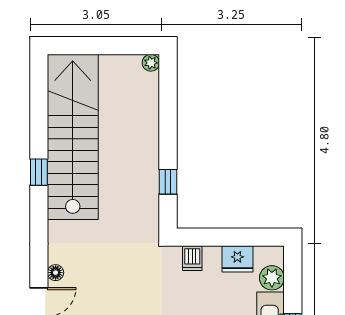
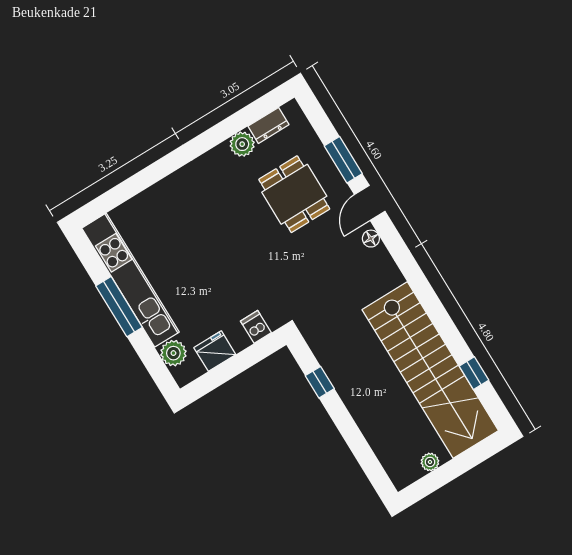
plant: (151, 63) -> (430, 462), moved
window: (39, 172) -> (474, 373), moved

